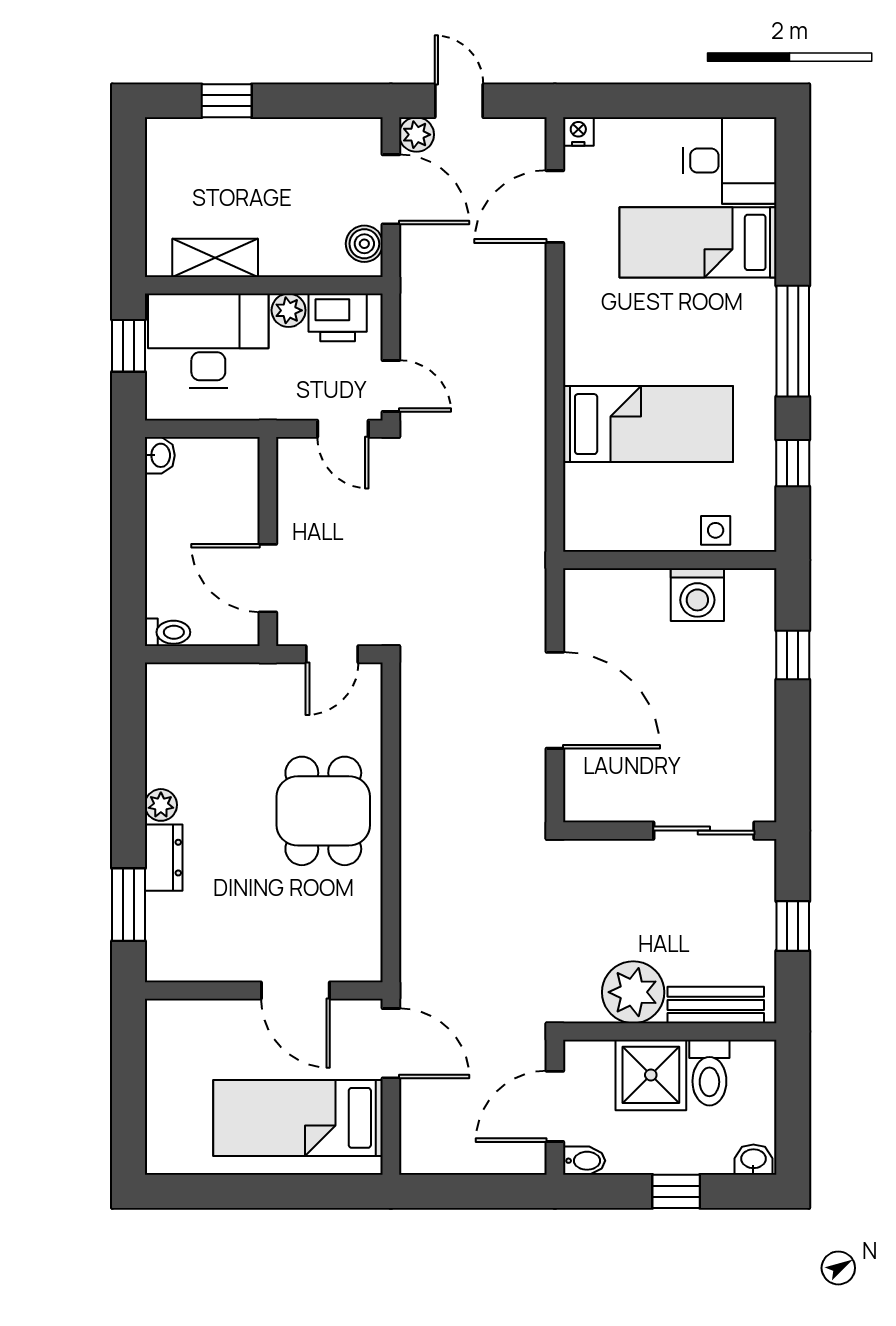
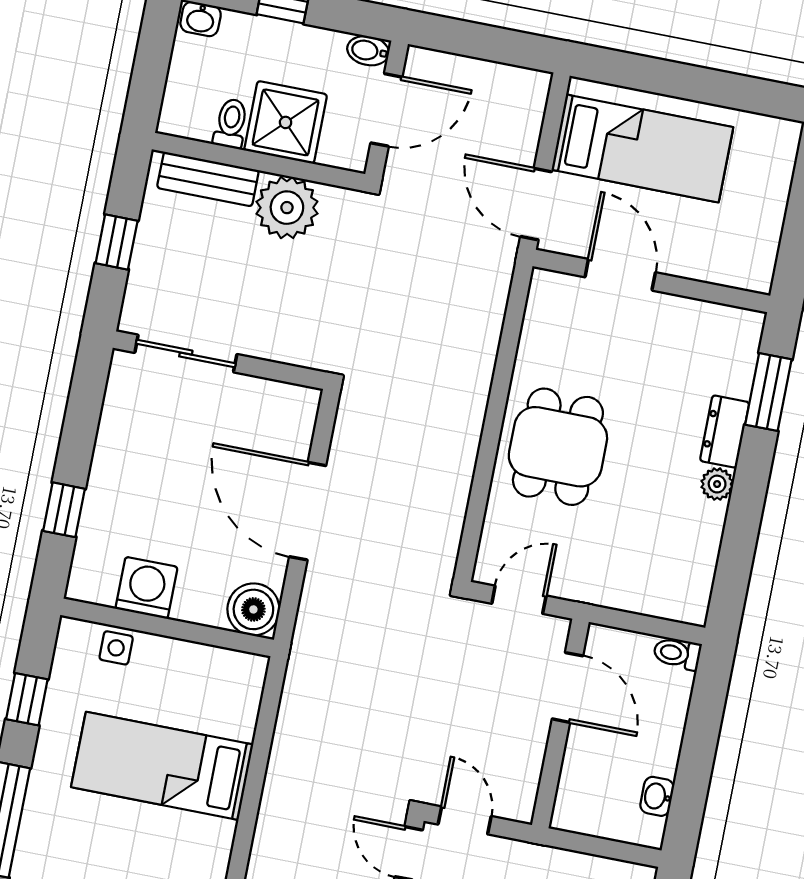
washbasin: (160, 455) -> (657, 796), moved
boiler: (589, 594) -> (253, 609), added
toilet: (709, 1073) -> (231, 123), width x0.73, depth x0.72

